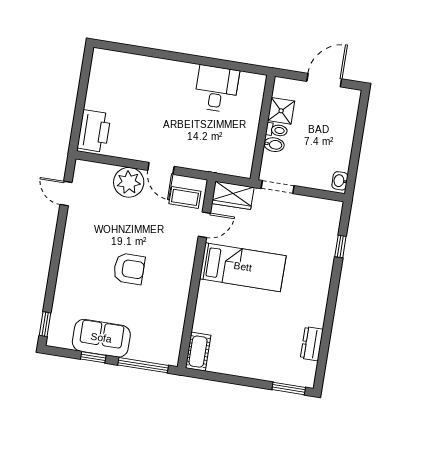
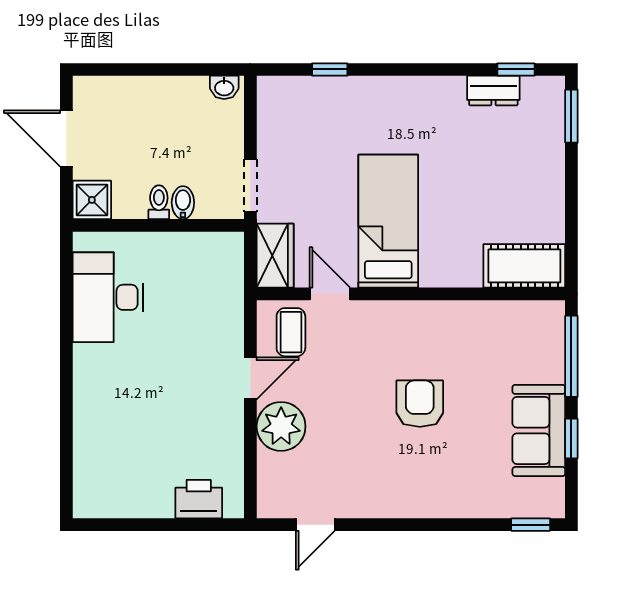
desk: (216, 89) -> (108, 297), width x1.37
shower: (281, 111) -> (92, 200), moved
printer: (94, 131) -> (199, 499), width x0.73, depth x0.84
cot: (198, 352) -> (524, 266), width x1.37, depth x1.34
window: (322, 359) -> (516, 69), added

